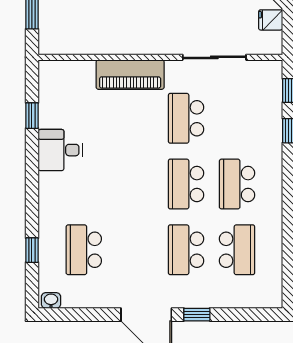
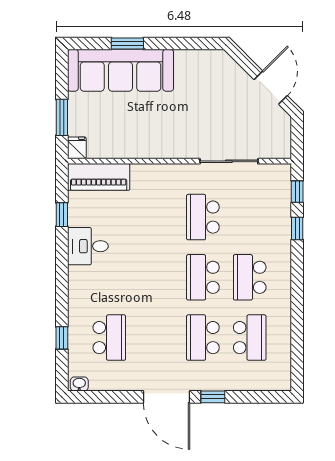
fridge: (271, 20) -> (77, 148), moved, turned 90
piano: (130, 75) -> (99, 177), moved
school desk: (84, 250) -> (109, 338), turned 180

